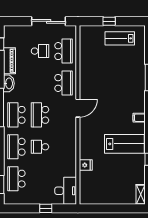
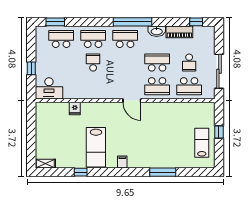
school desk: (40, 115) -> (157, 63), moved

